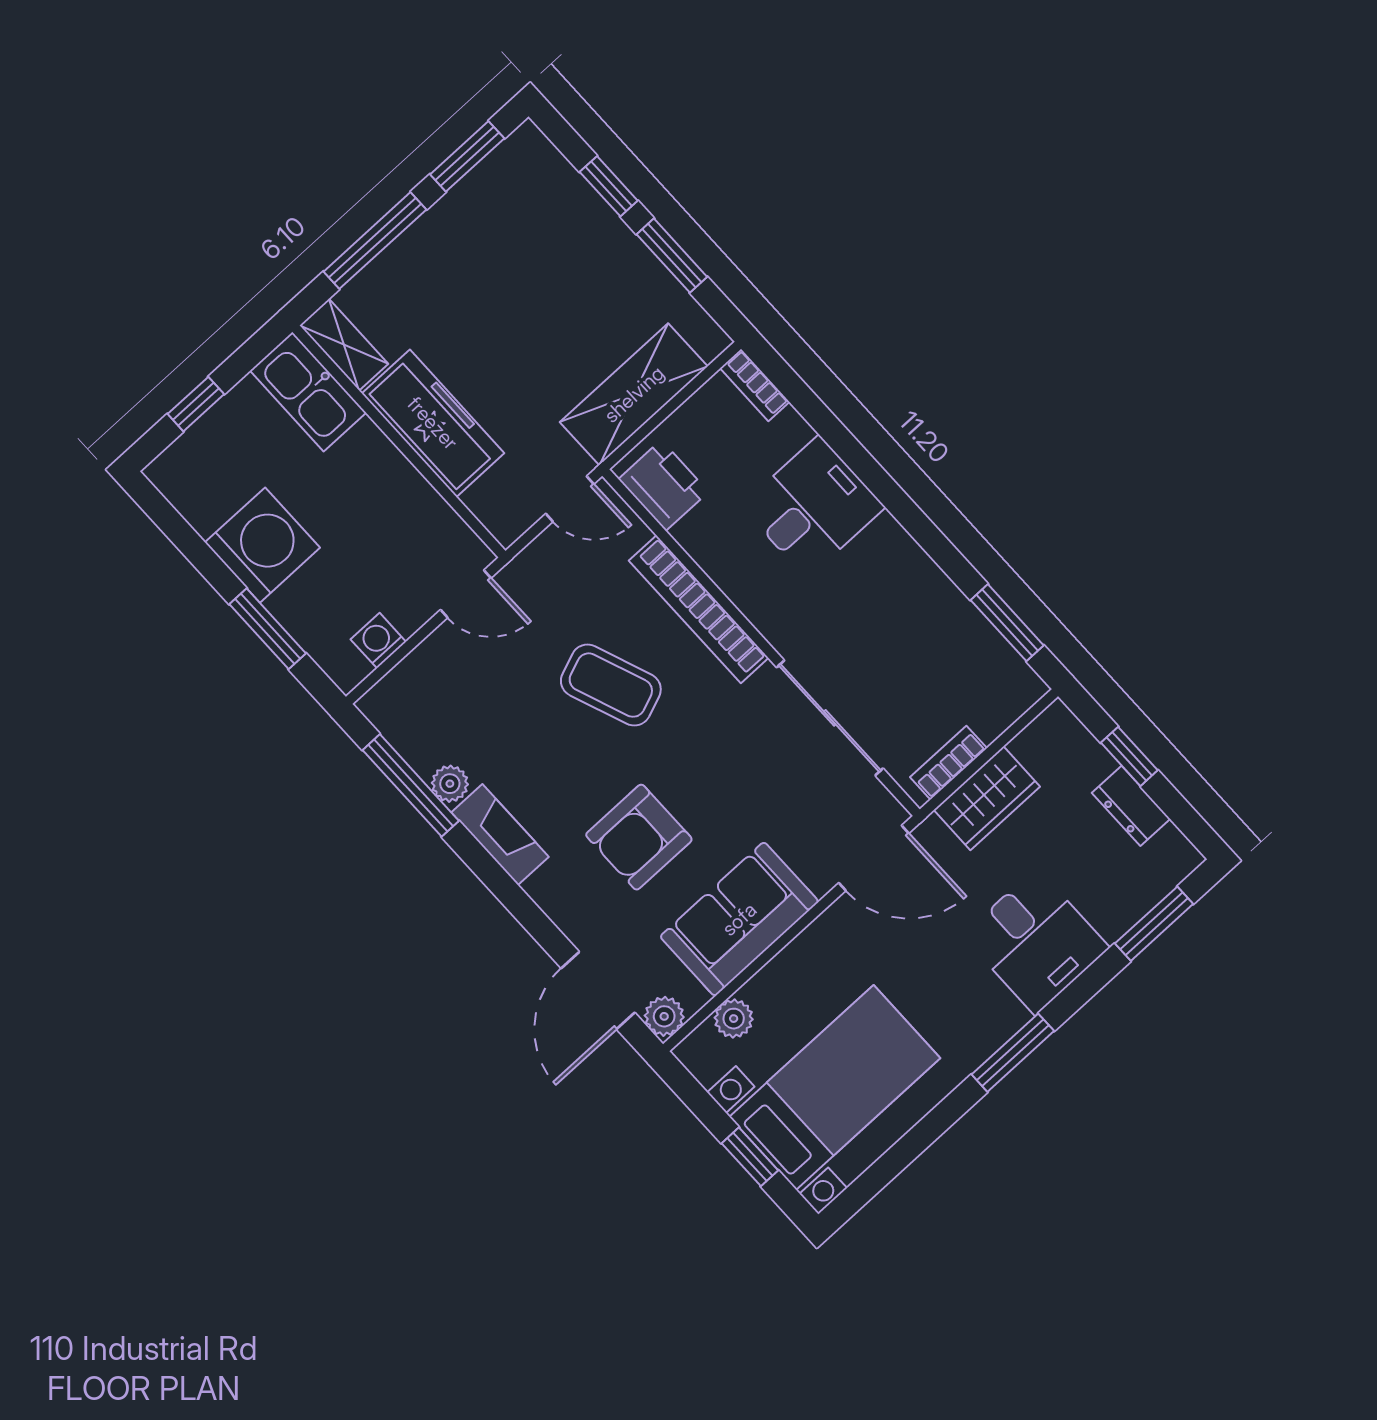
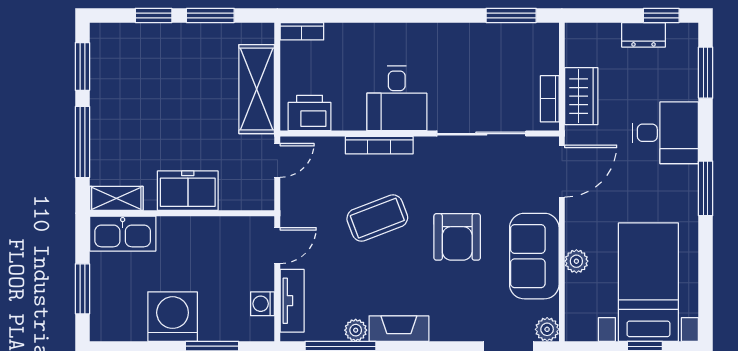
window: (196, 404) -> (82, 289), width x1.50
freezer: (433, 423) -> (188, 191), width x0.71
desk: (813, 507) -> (397, 98), moved, turned 180
bookcase: (699, 609) -> (379, 145), width x0.68, depth x0.76
tv unit: (415, 673) -> (292, 301), added
window: (1129, 756) -> (661, 15), moved
armchair: (639, 837) -> (457, 237), moved
plant: (734, 1019) -> (576, 261), moved

